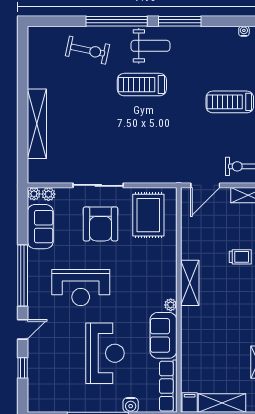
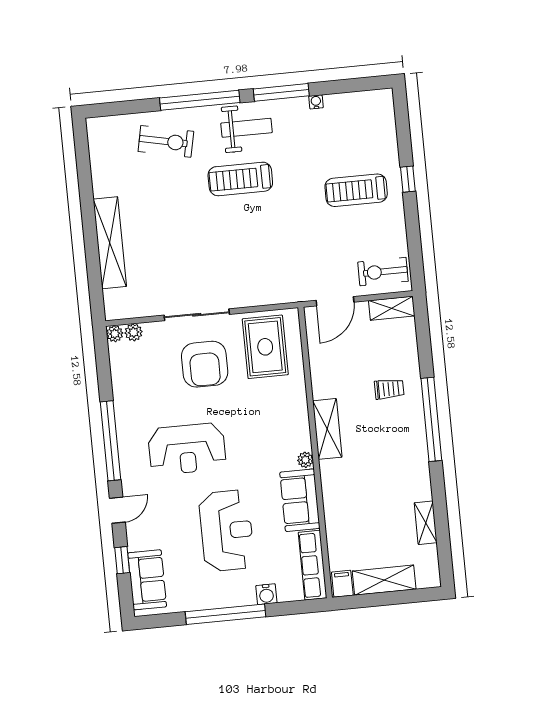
water cooler: (244, 31) -> (316, 102), moved
sofa: (40, 227) -> (147, 580), moved

